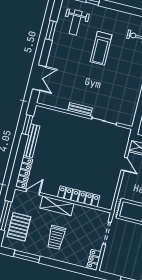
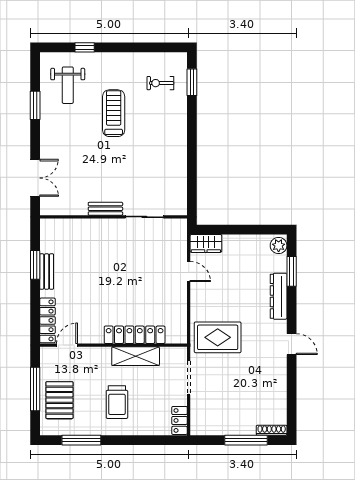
treadmill: (101, 48) -> (114, 113), turned 180
window: (27, 125) -> (35, 265), moved
bench: (32, 141) -> (47, 272), width x0.73
shelving: (57, 206) -> (136, 356), moved

